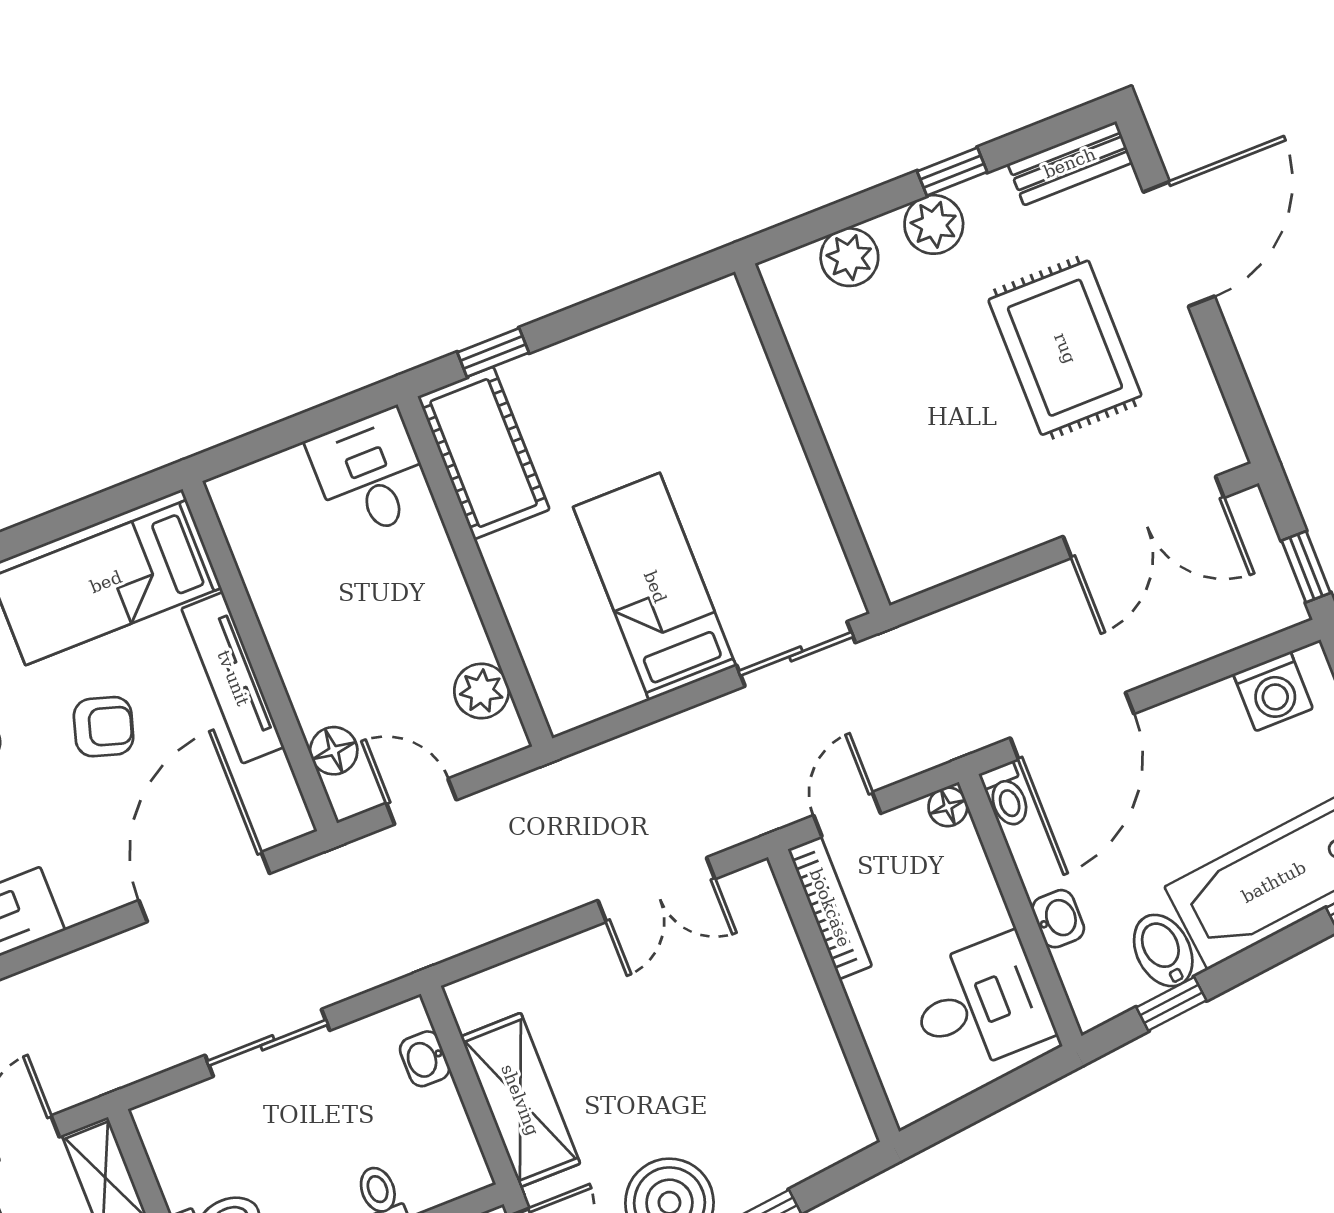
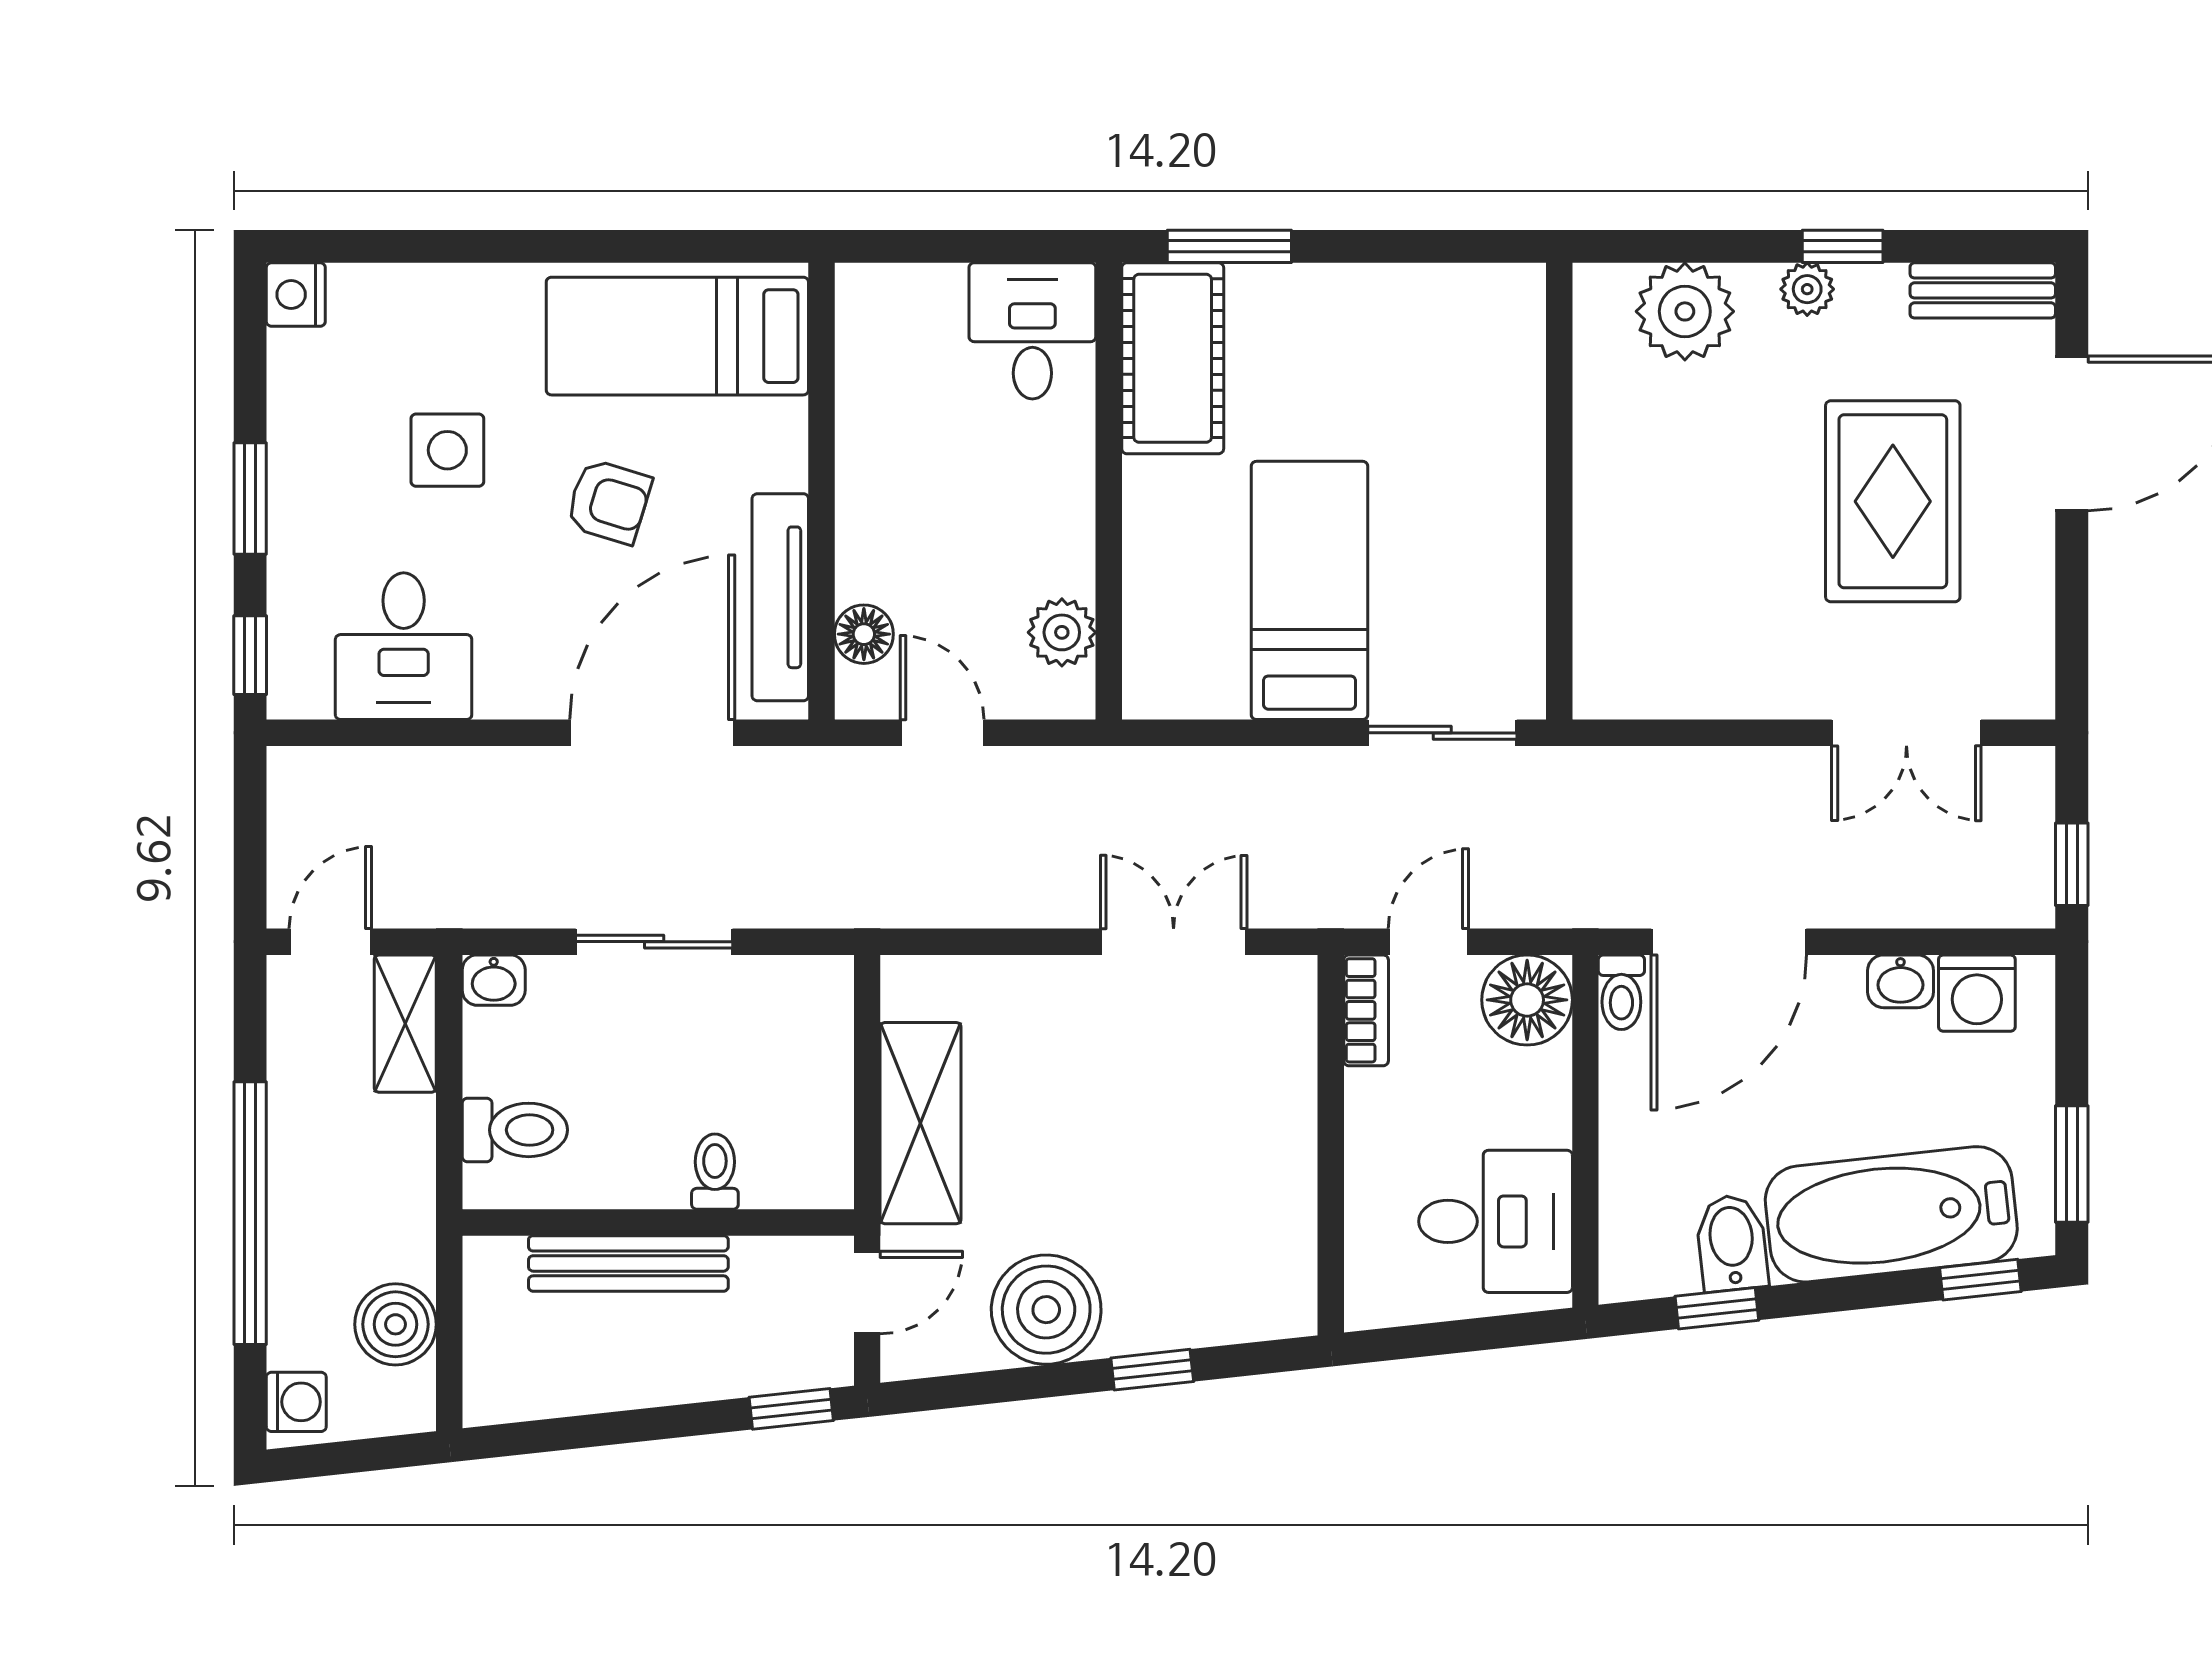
plant: (934, 224) -> (1807, 289), width x0.73, depth x0.73
plant: (849, 257) -> (1685, 311), width x1.36, depth x1.36
window: (493, 352) -> (1229, 246), width x1.50
double door: (1143, 517) -> (1906, 733), width x0.73
tv unit: (233, 678) -> (780, 597), moved
floor lamp: (948, 807) -> (1527, 1000), width x1.89, depth x1.89
double door: (656, 890) -> (1174, 942), swing flipped
bookcase: (830, 908) -> (1366, 1010), width x0.64
washbasin: (1058, 919) -> (1901, 981), moved, turned 90
washbasin: (425, 1059) -> (494, 980), moved, turned -90

